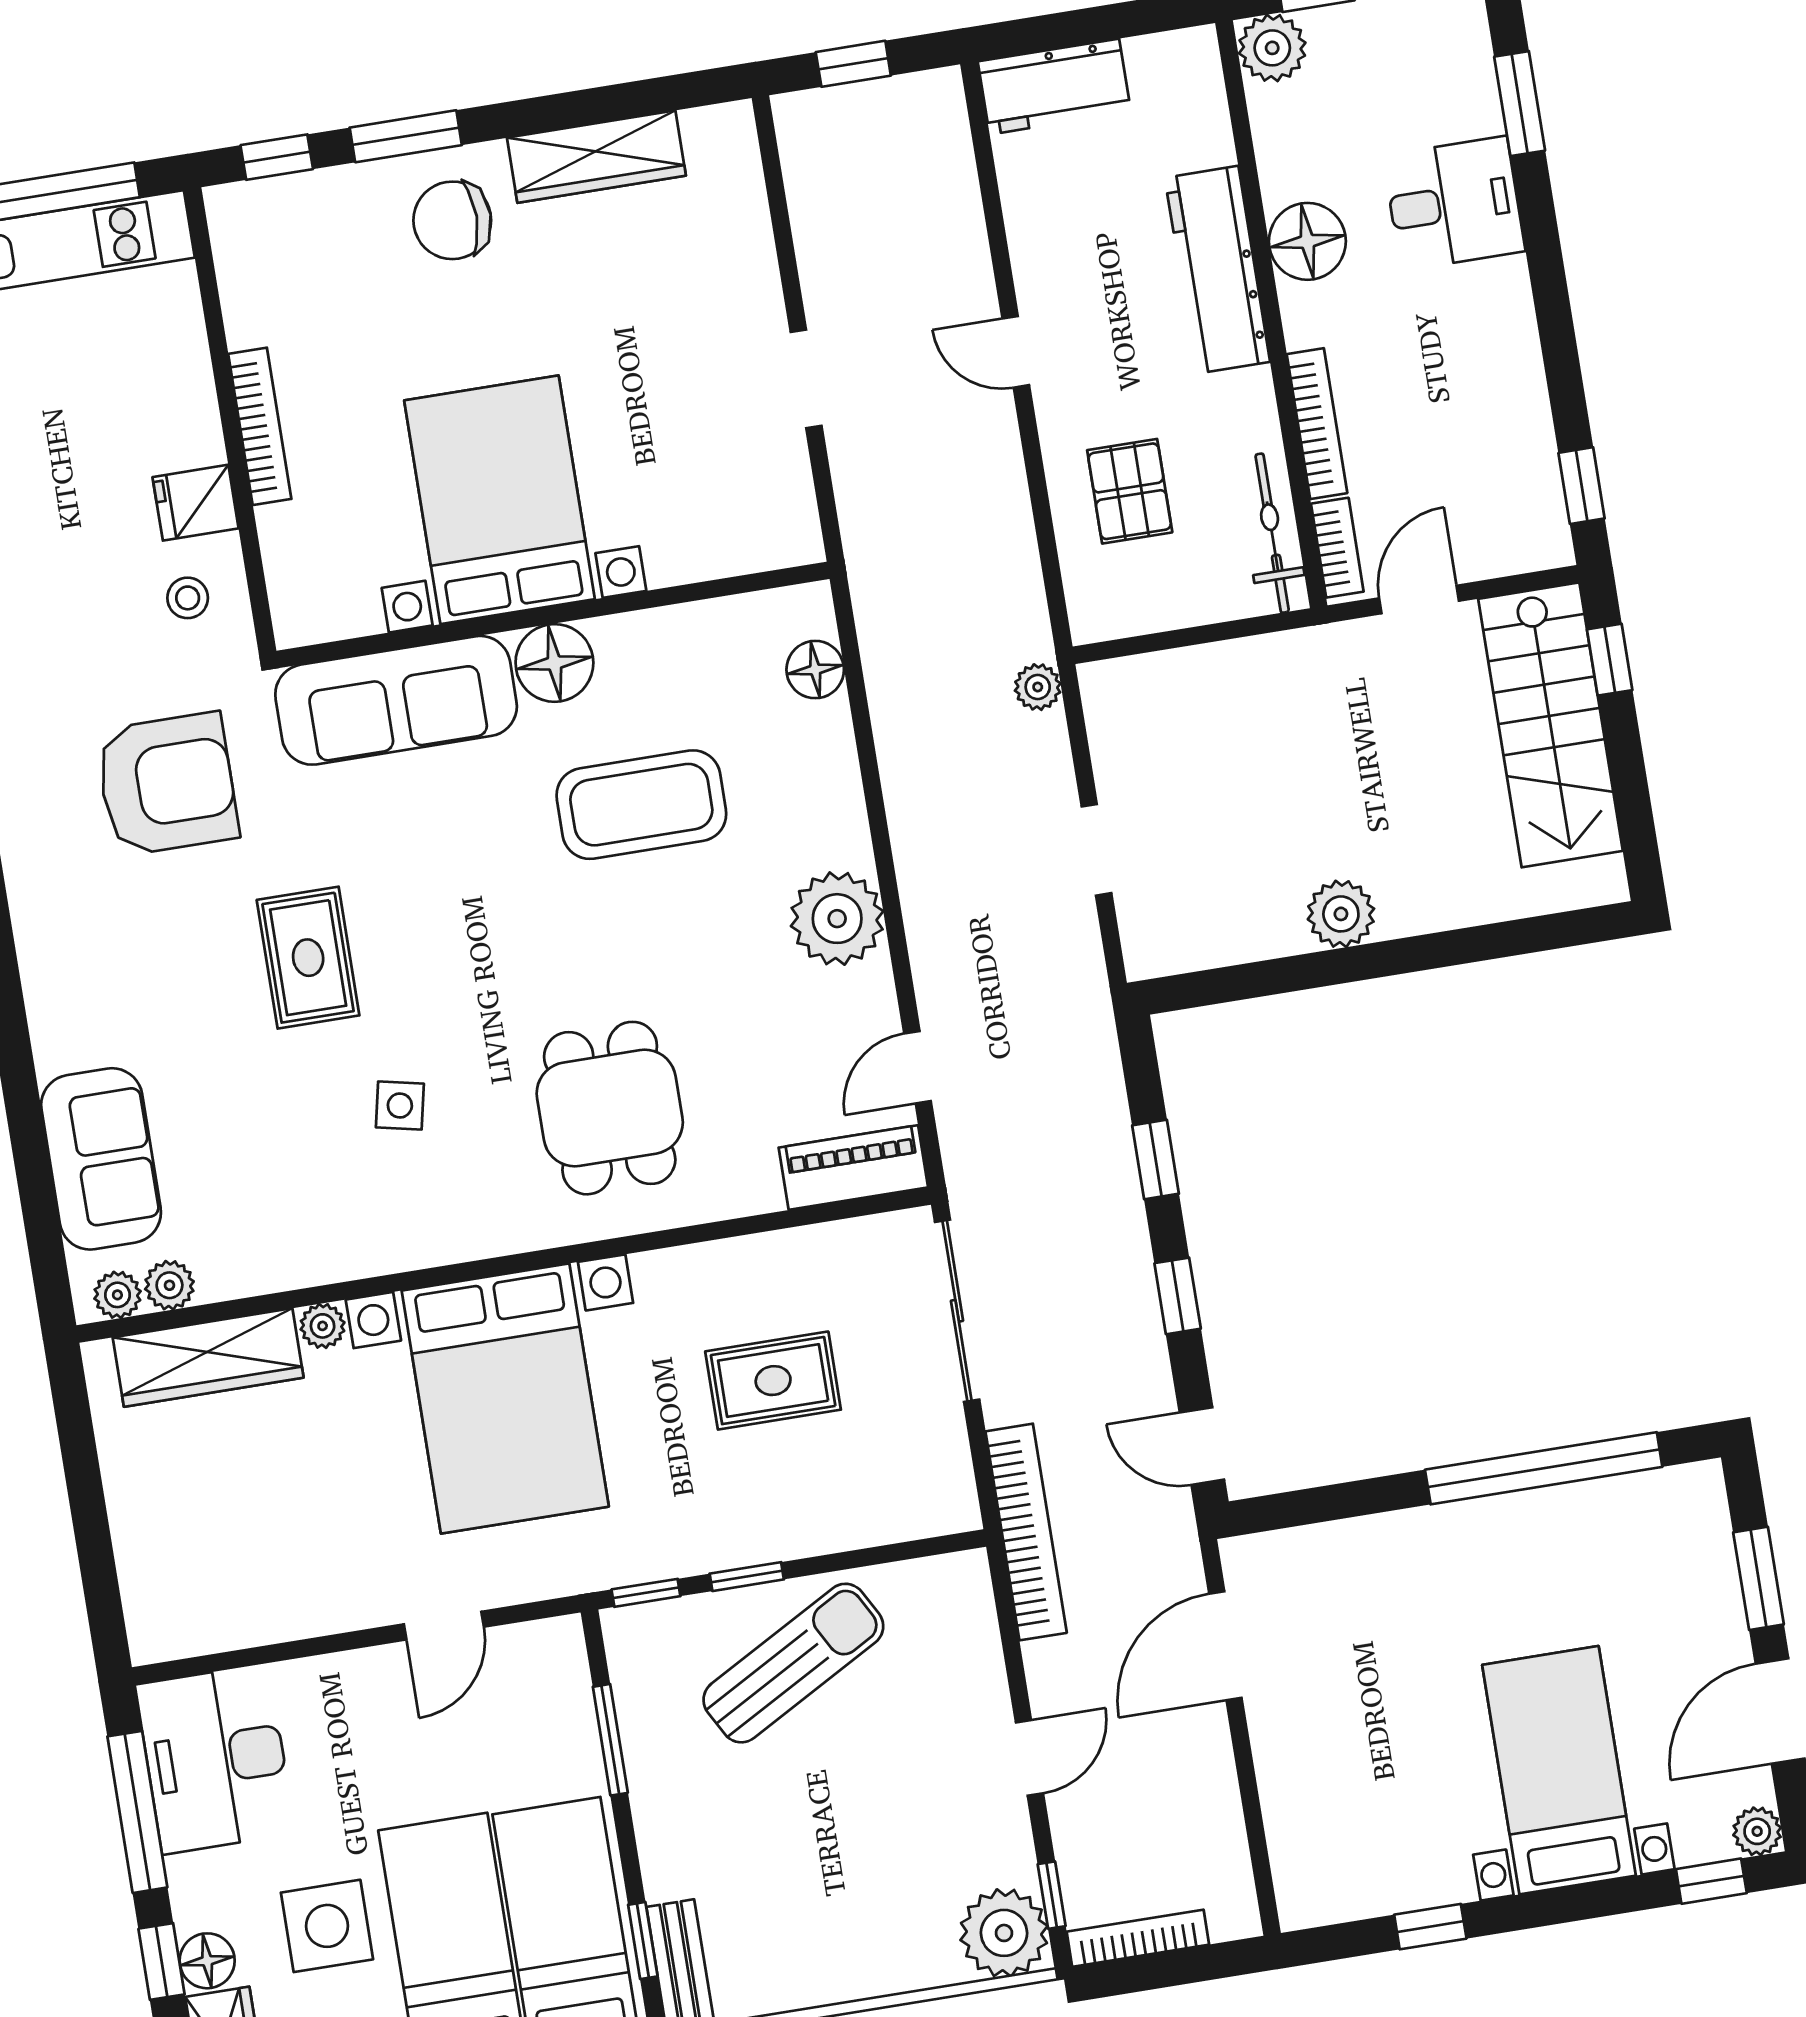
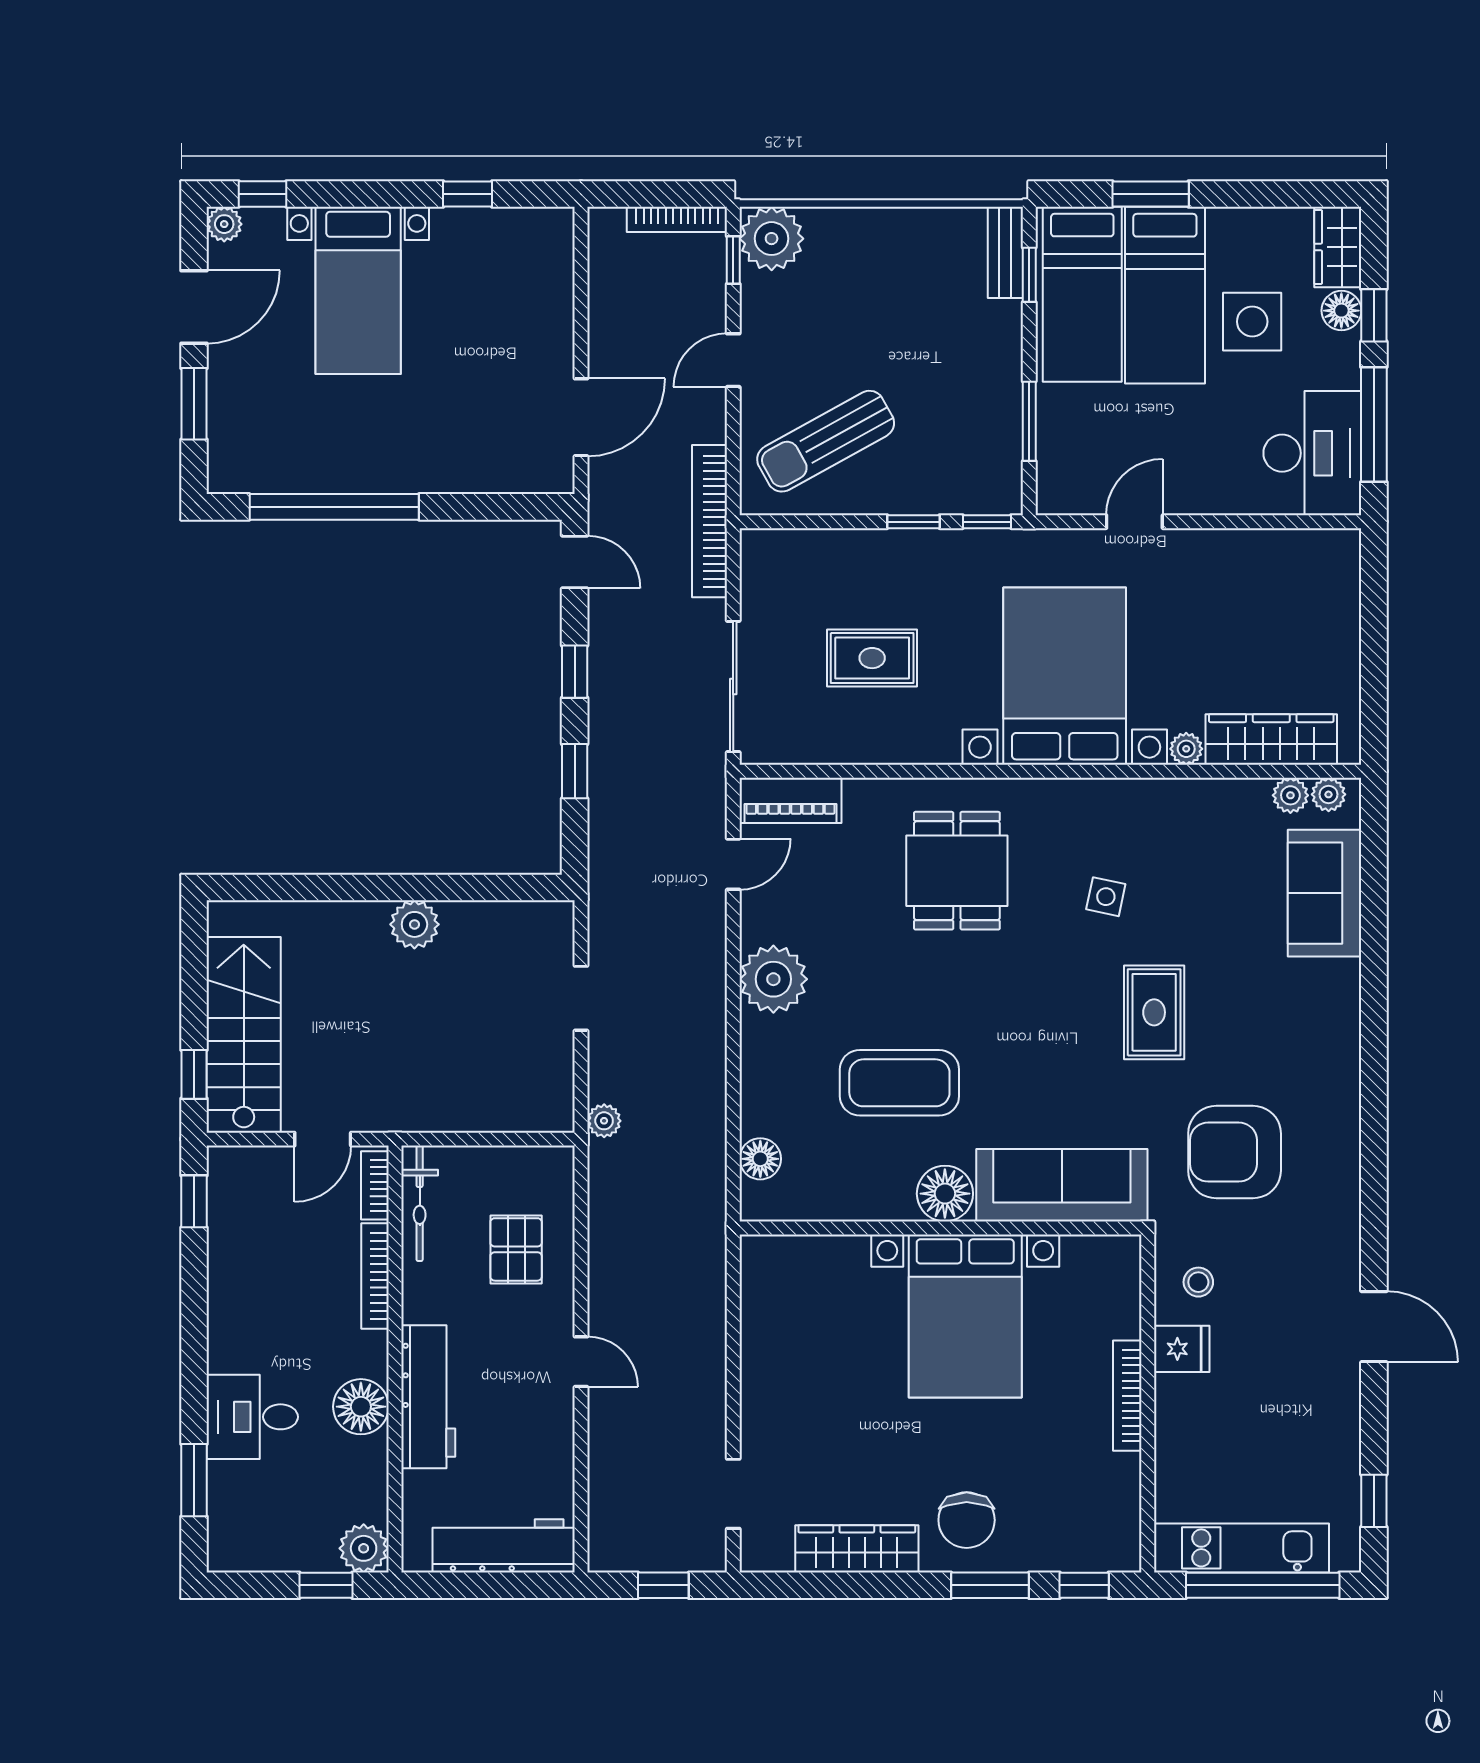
workbench: (1054, 87) -> (504, 1546), width x1.38
chair: (452, 220) -> (967, 1520), turned 90
doorway: (806, 379) -> (733, 1494), moved
sun lounger: (793, 1663) -> (826, 441), moved

